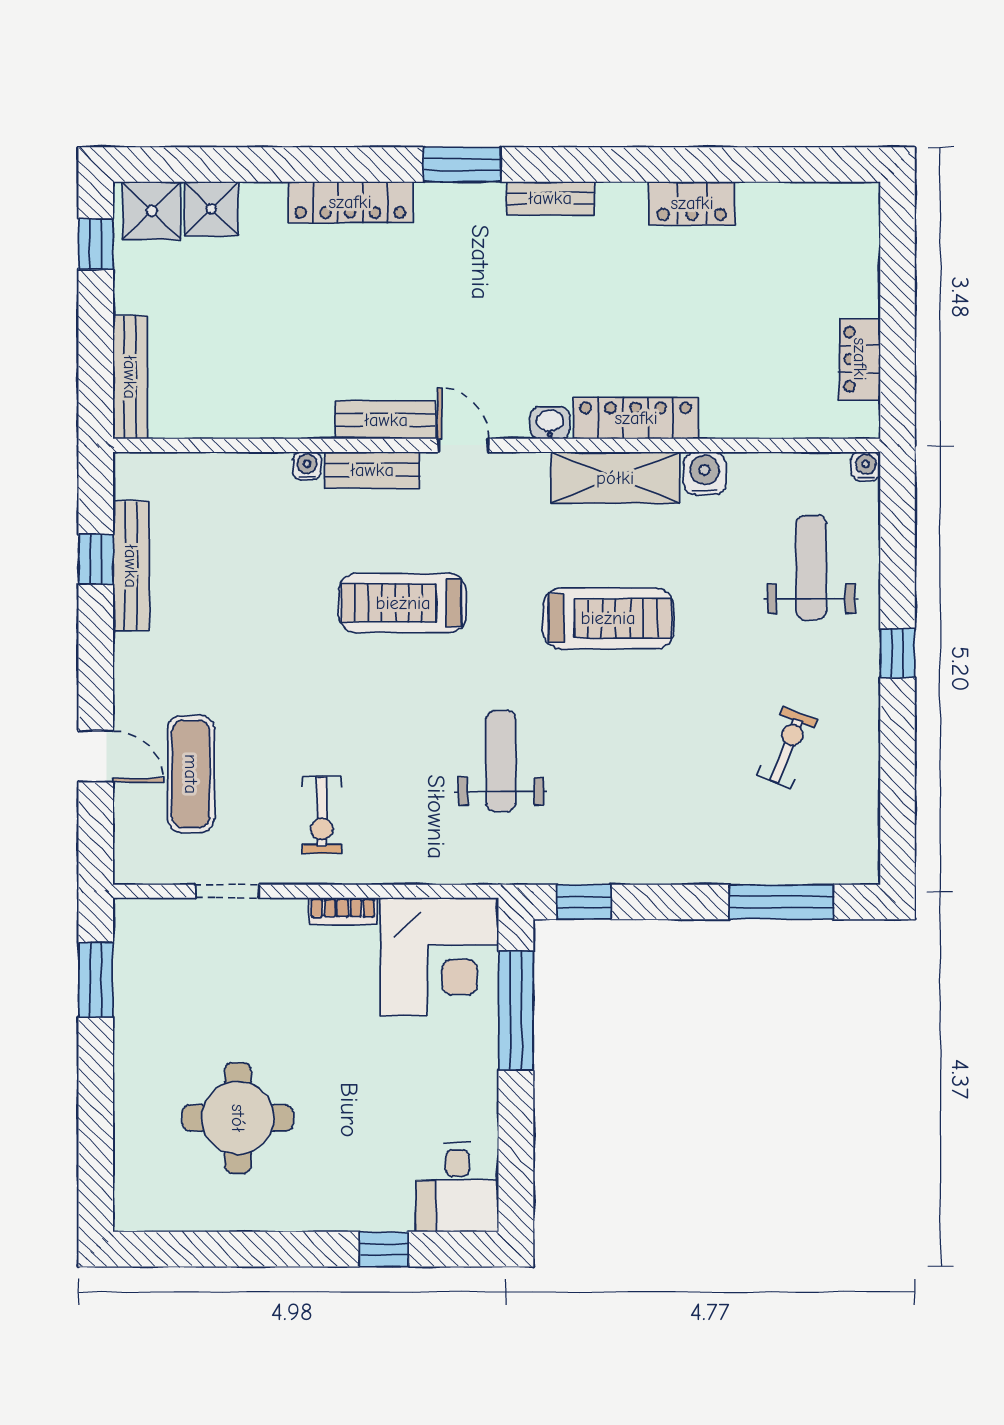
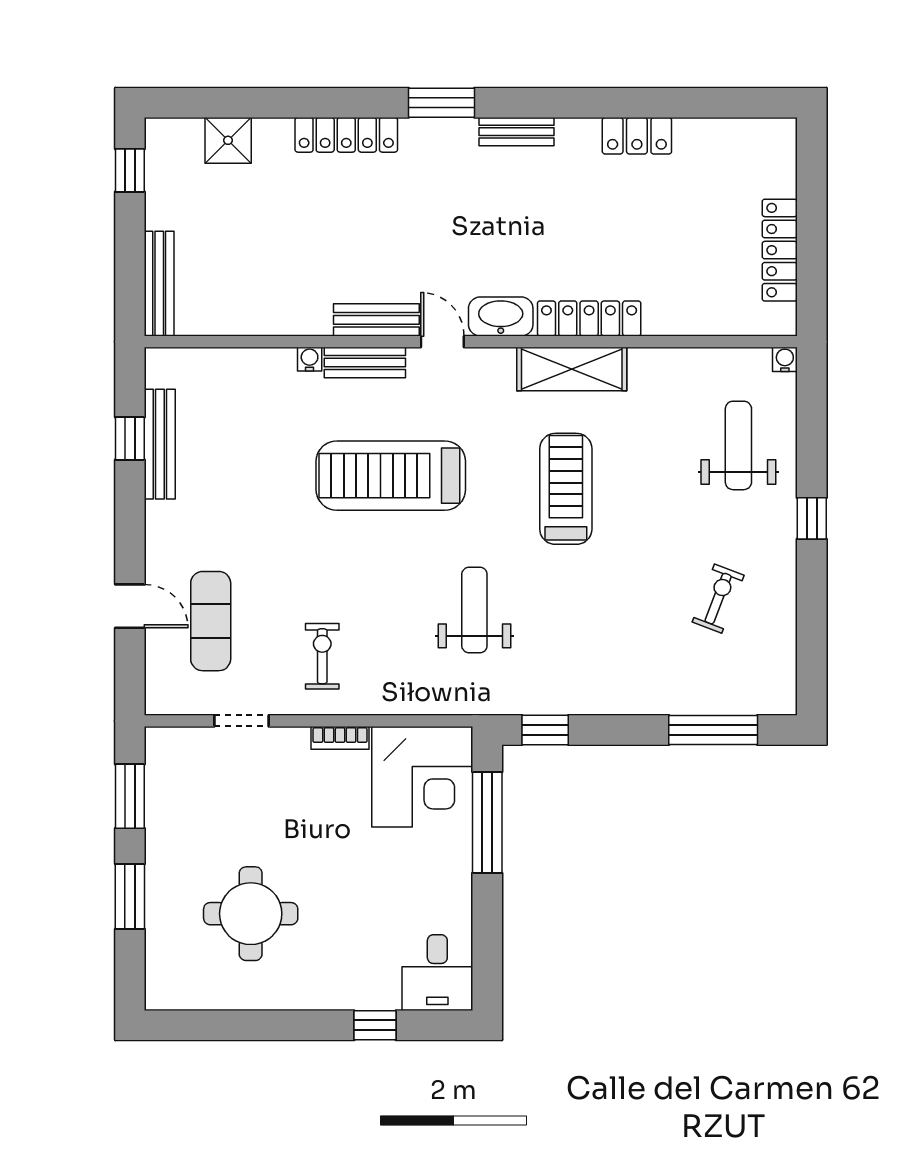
shower: (152, 211) -> (177, 142), removed
locker: (860, 359) -> (780, 250), width x1.53
washbasin: (550, 423) -> (501, 316), width x1.91, depth x1.45
water cooler: (705, 473) -> (648, 365), removed
treadmill: (403, 603) -> (391, 476), width x1.37, depth x1.37
treadmill: (608, 618) -> (566, 489), turned -90
exercise bike: (322, 815) -> (322, 656), turned 180
window: (96, 1098) -> (130, 897), added

